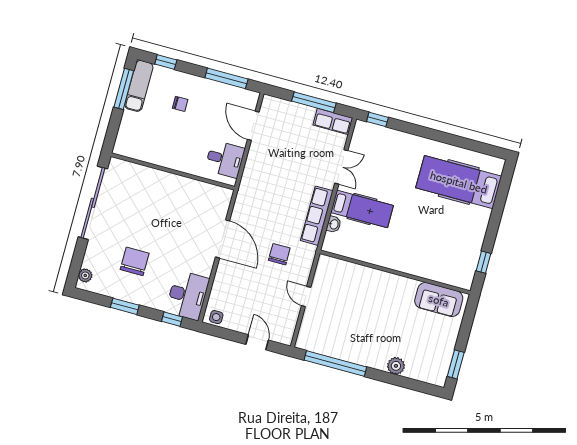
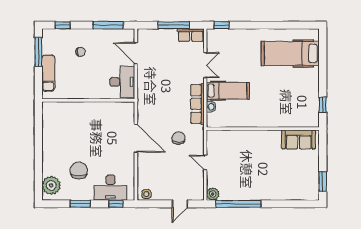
exam couch: (139, 86) -> (48, 73), moved
desk: (225, 159) -> (122, 82), width x1.37
sliding door: (93, 203) -> (38, 138), removed
plant: (85, 275) -> (51, 185), width x1.88, depth x1.88
desk: (187, 295) -> (111, 188), moved, turned 90
door: (257, 342) -> (180, 204), swing flipped
plant: (396, 366) -> (213, 194), moved

